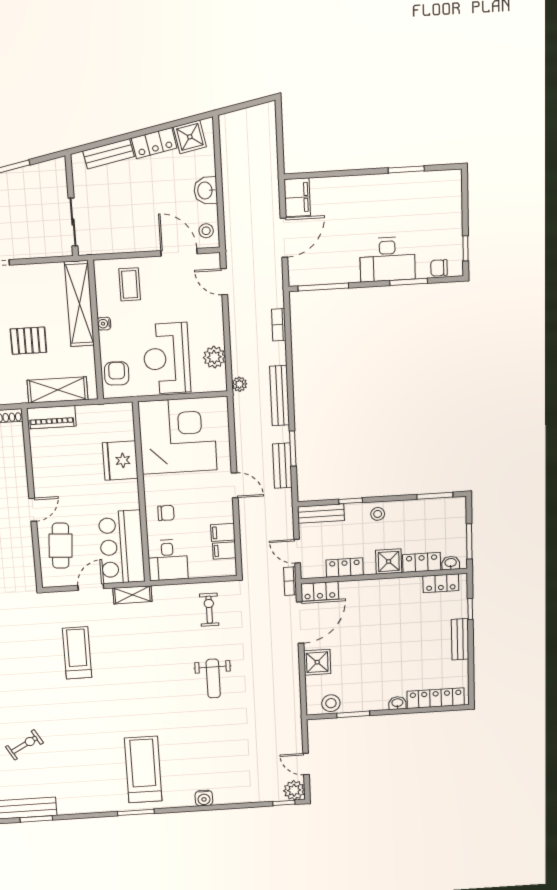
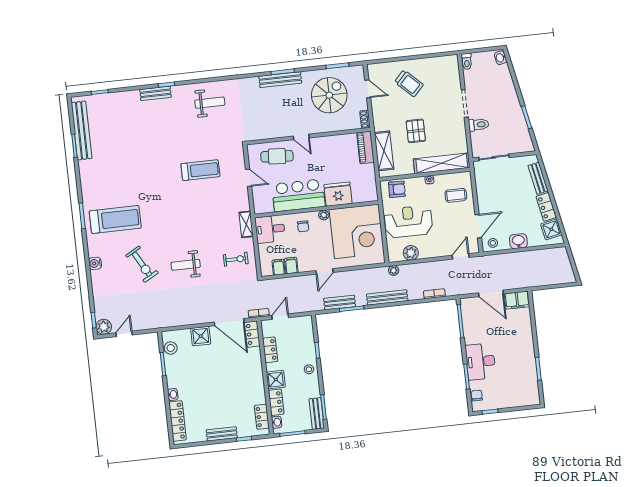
toilet: (21, 244) -> (479, 125), added
plant: (151, 483) -> (324, 215), added
bench: (321, 514) -> (317, 414), moved
bar counter: (122, 547) -> (298, 195), moved
shelving: (132, 595) -> (246, 224), moved
exercise bike: (24, 745) -> (142, 264), moved, width x1.38, depth x1.39

